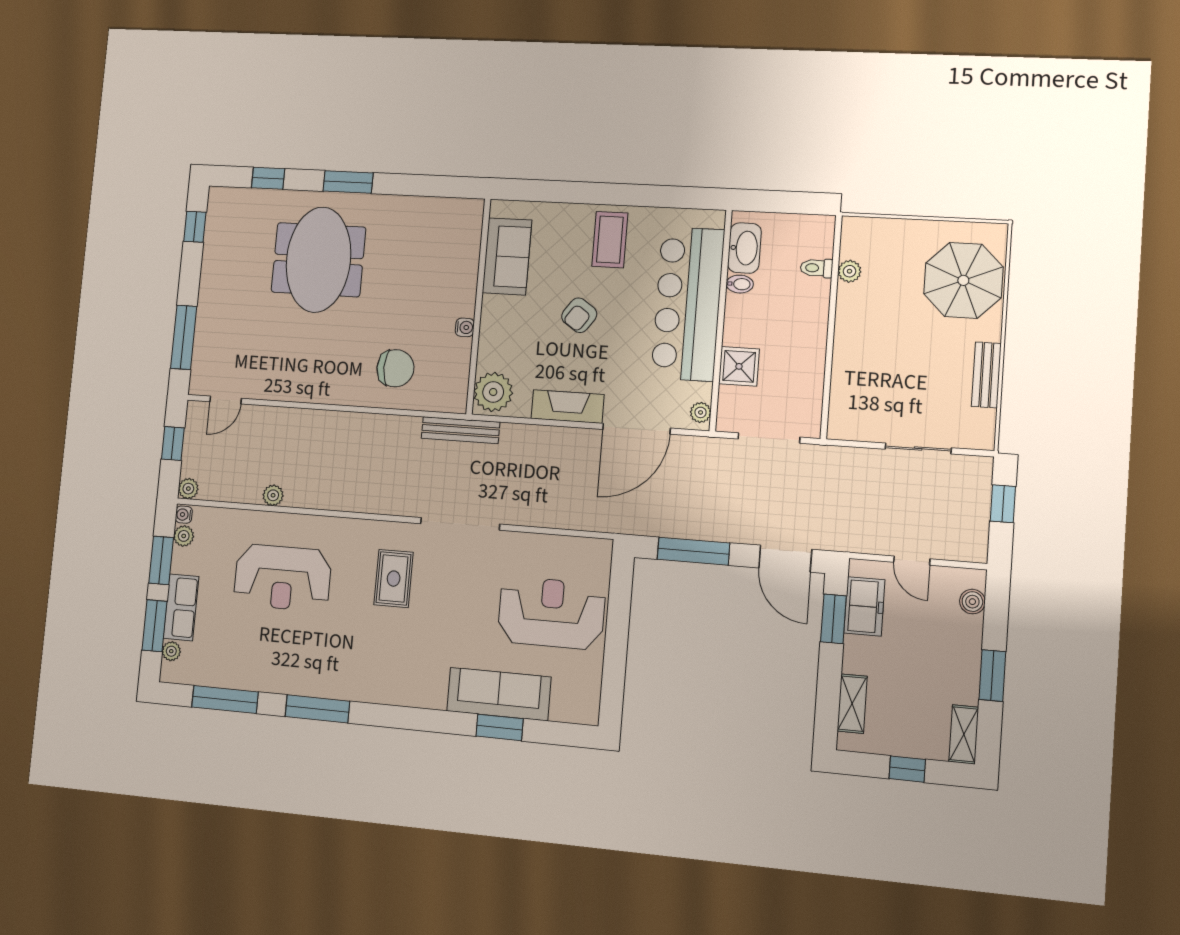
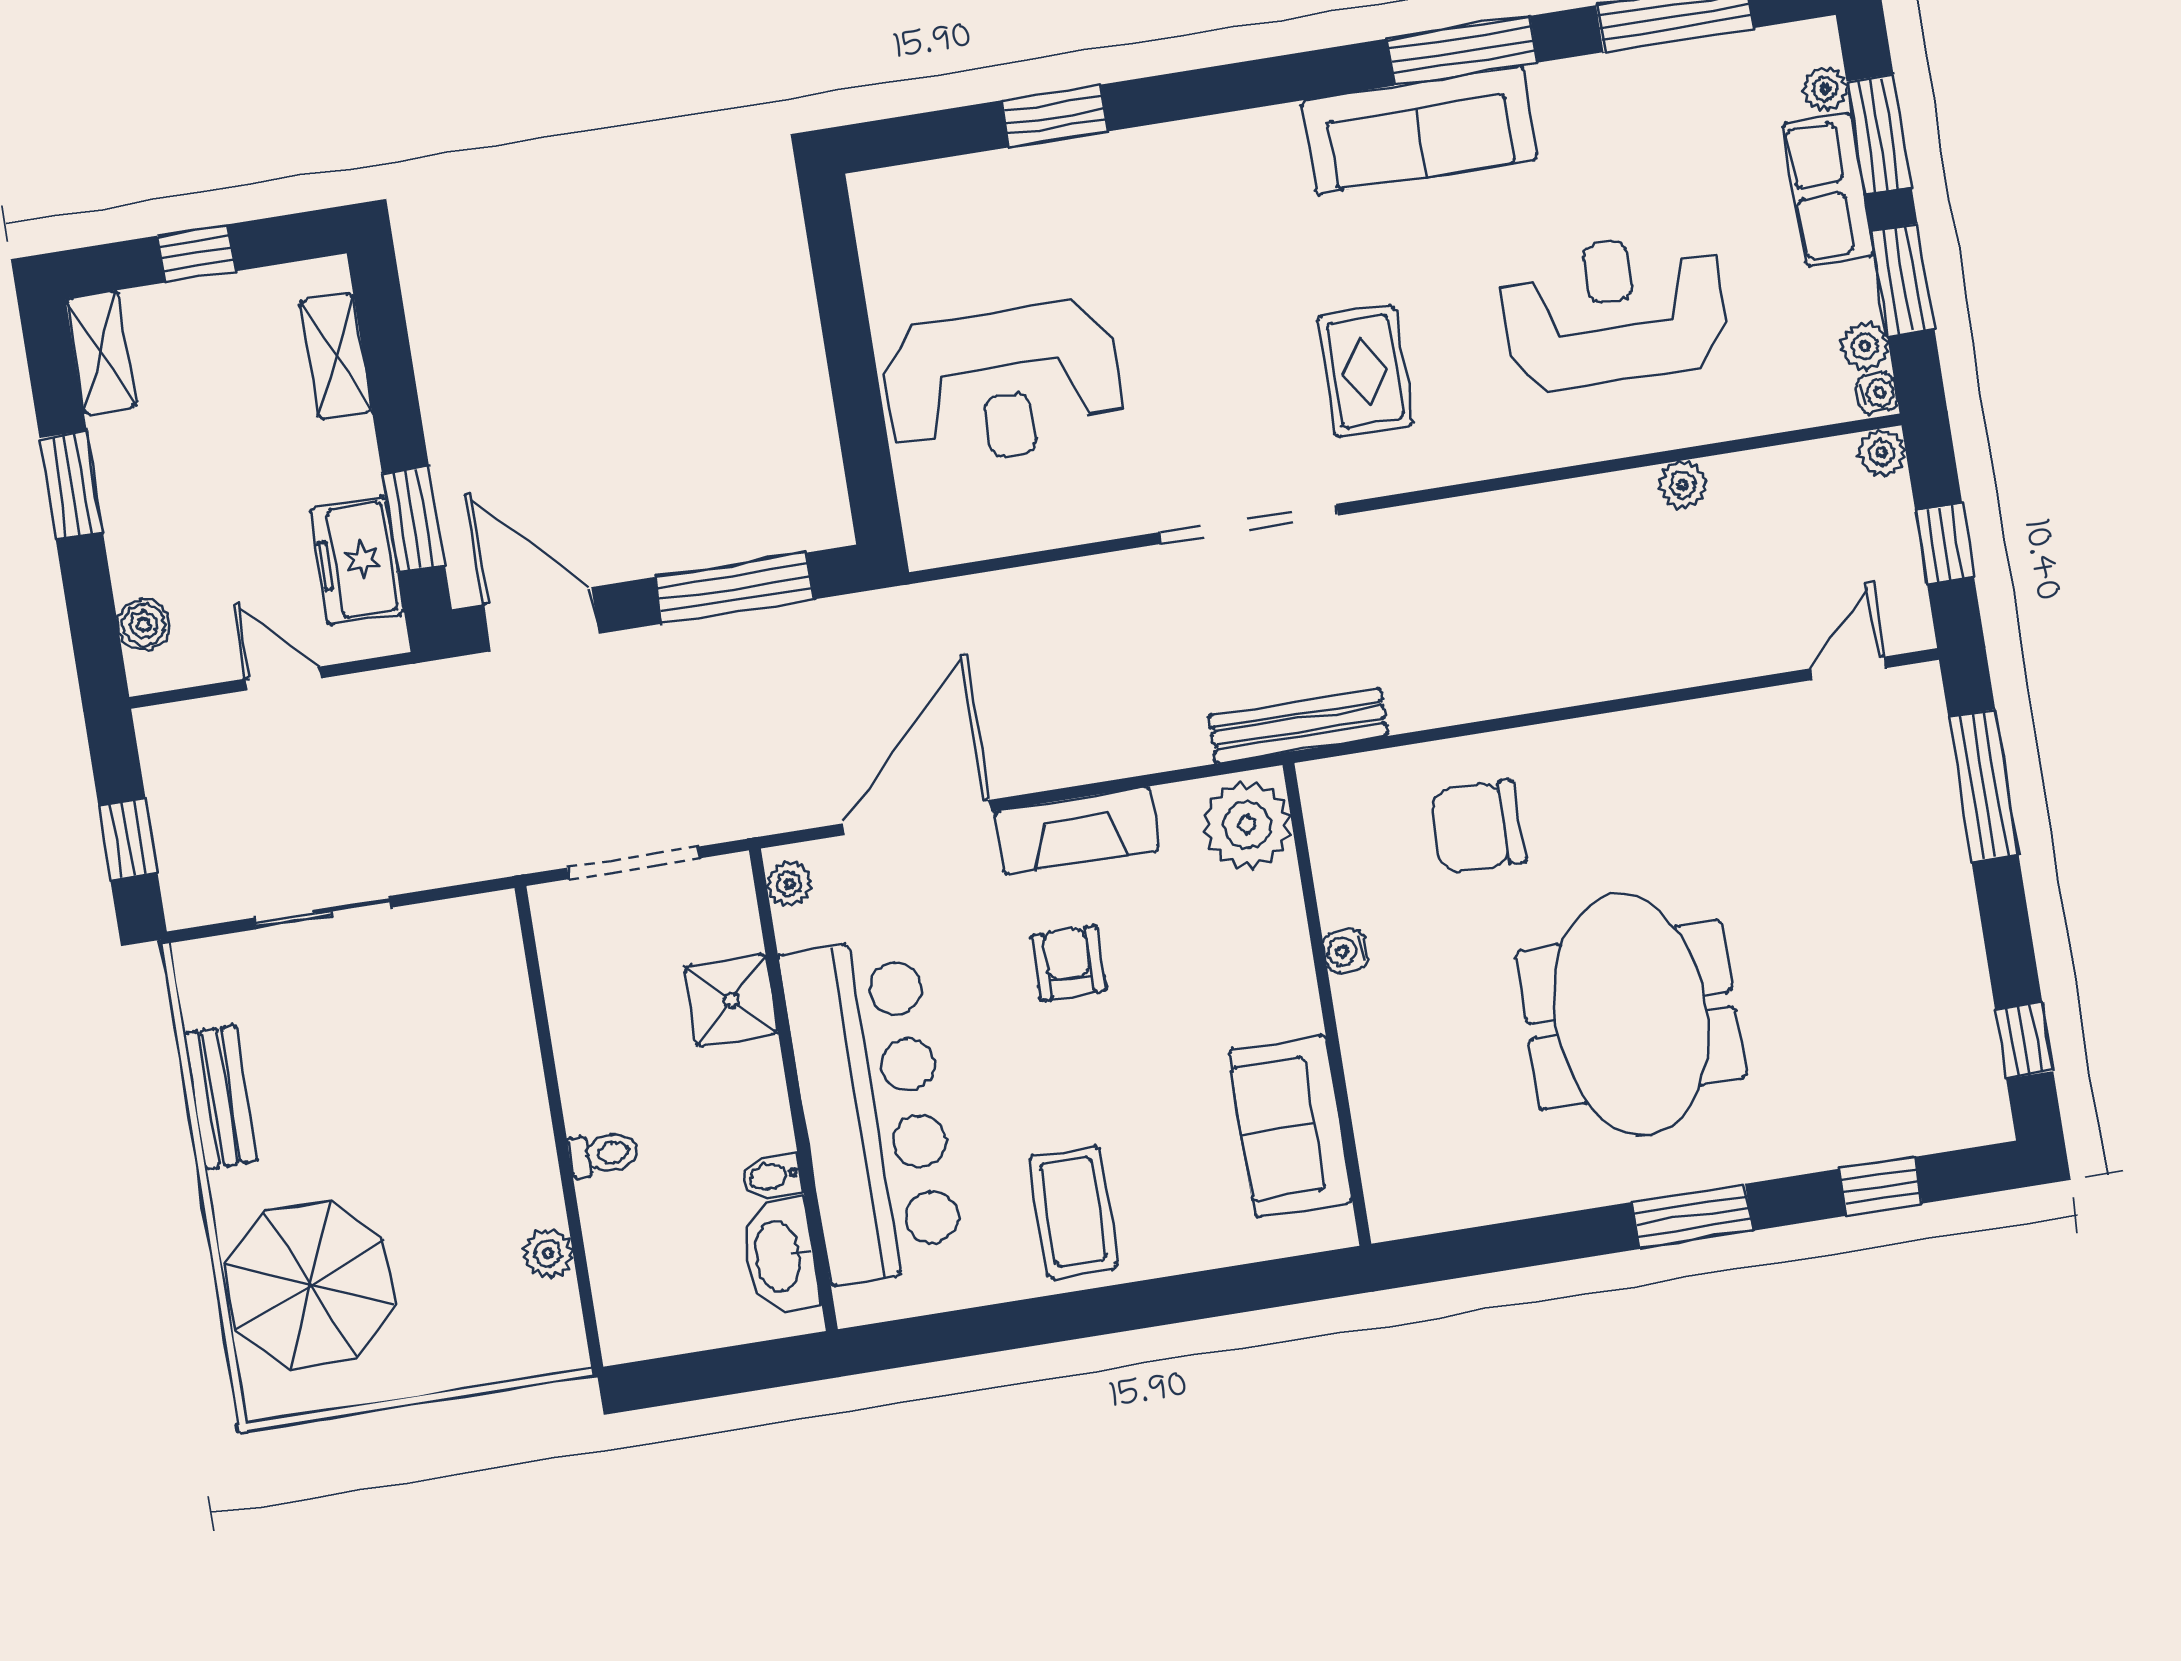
meeting table: (318, 260) -> (1631, 1015), moved
toilet: (817, 268) -> (604, 1154), moved
armchair: (579, 315) -> (1068, 963), moved, turned -35
sofa: (499, 694) -> (1419, 130), moved

